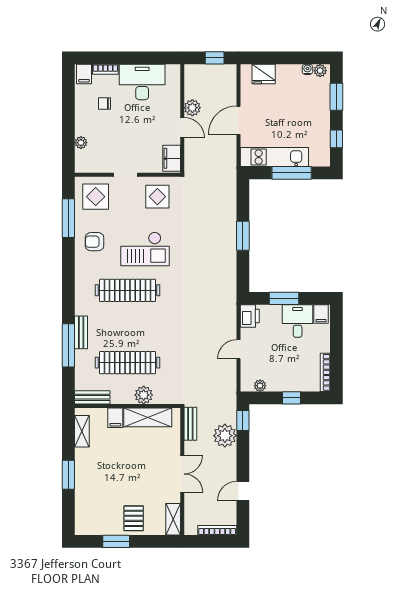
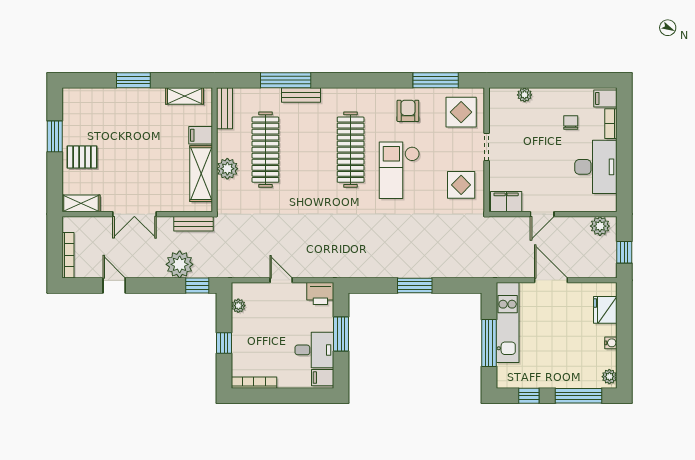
water cooler: (307, 69) -> (611, 343), moved
window: (336, 97) -> (579, 396), width x1.44
plant: (192, 108) -> (600, 226), moved

